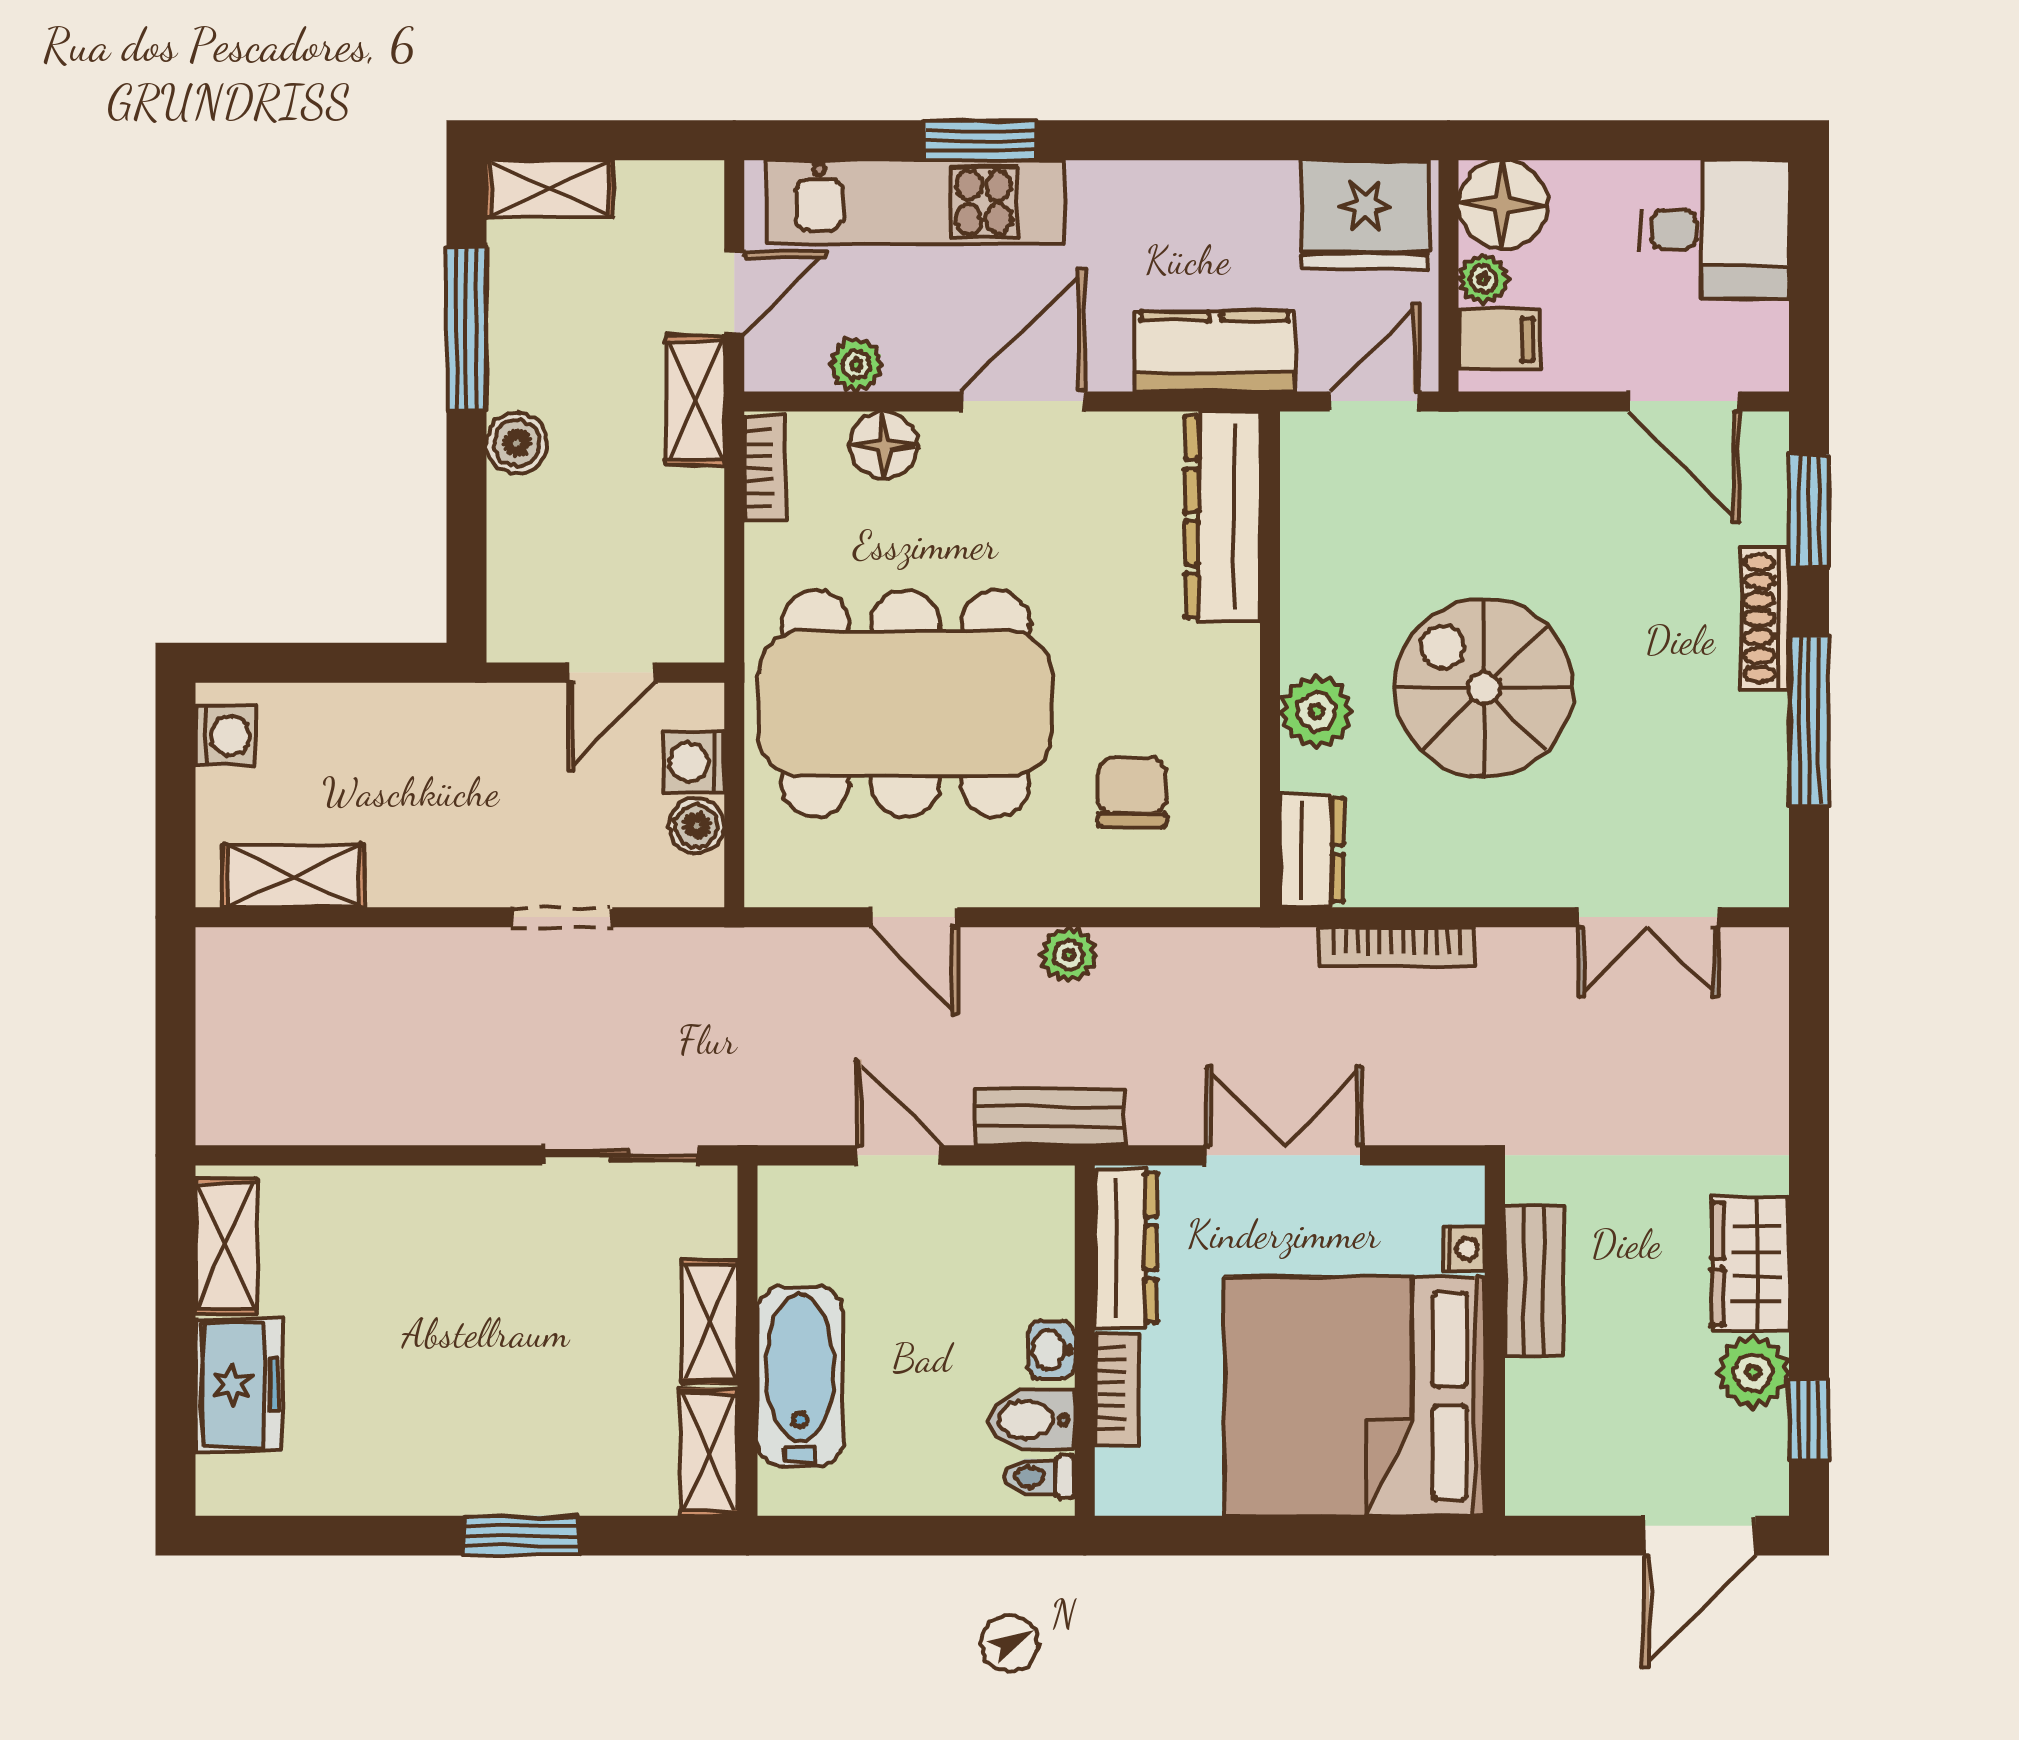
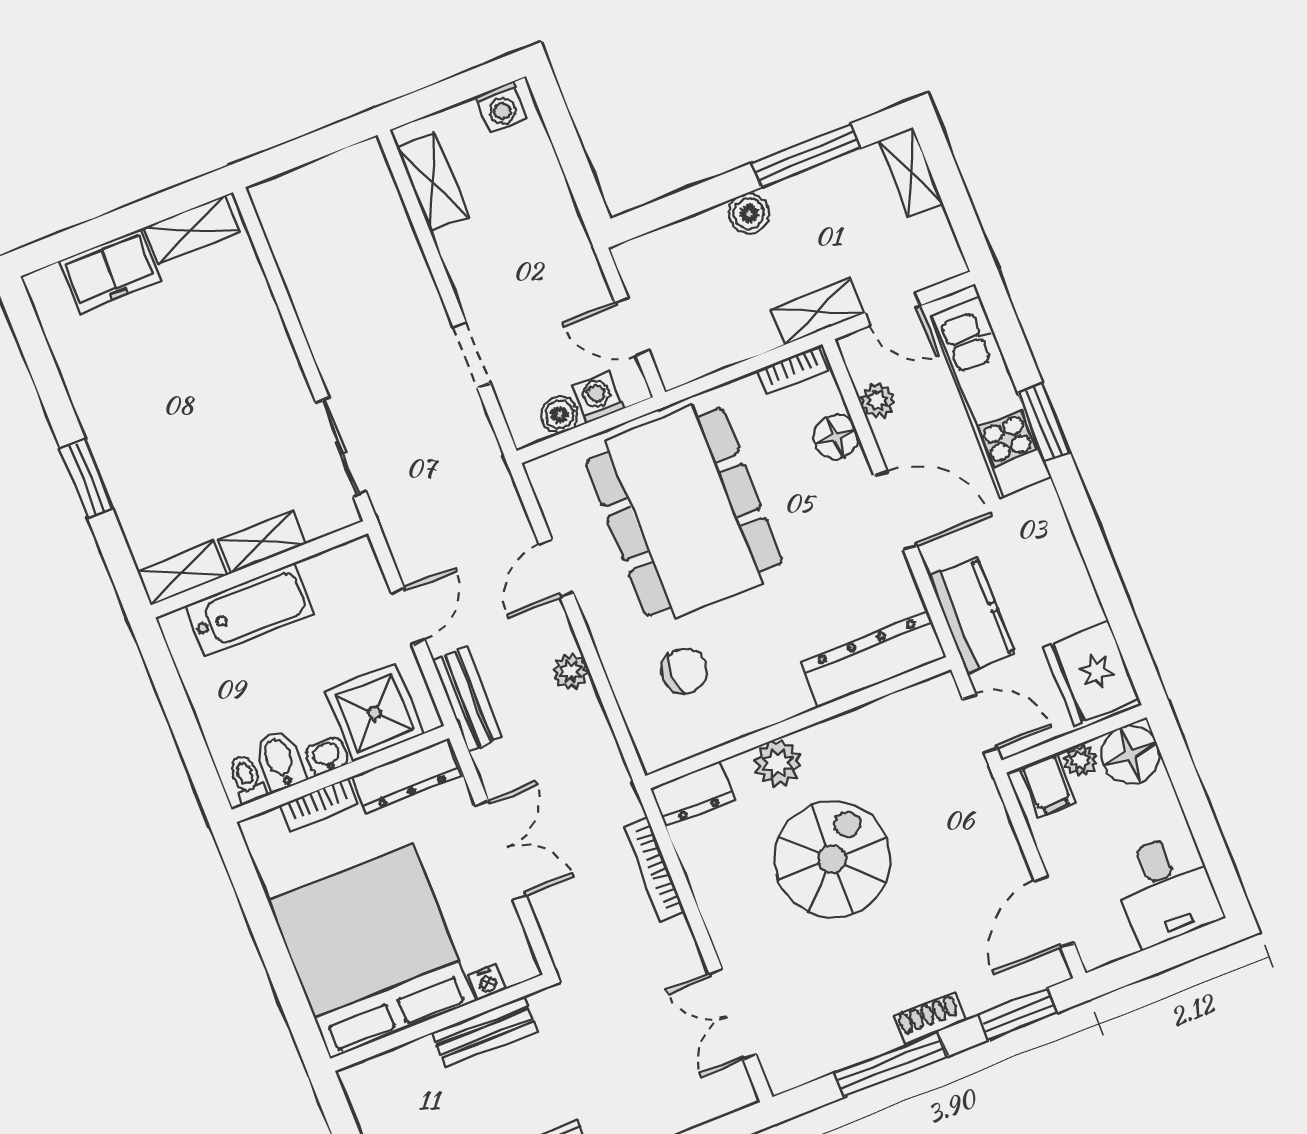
shoe rack: (1765, 618) -> (929, 1018), width x0.70
shower: (1017, 1258) -> (374, 713), added

